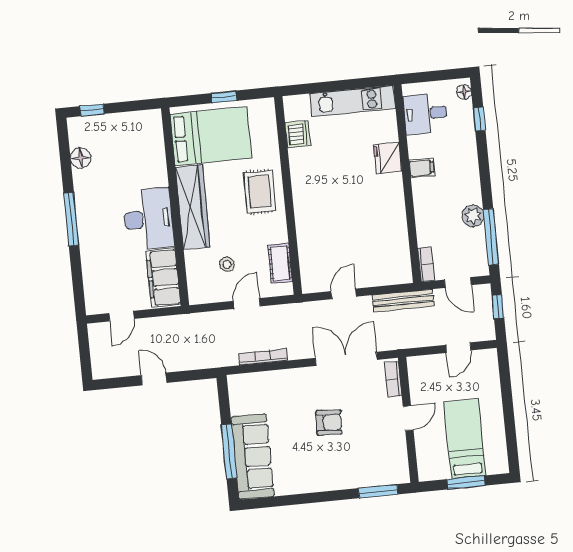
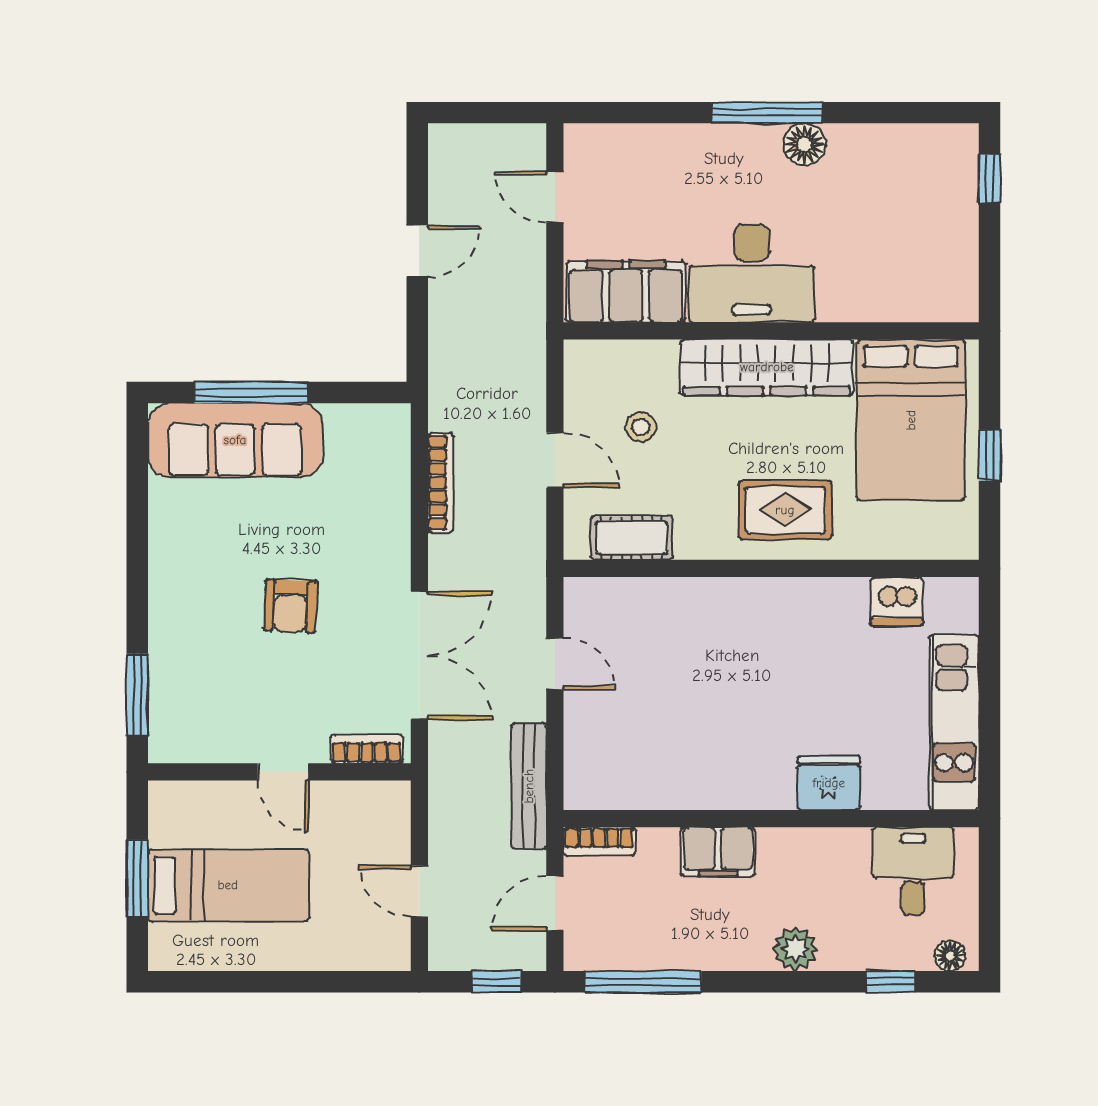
floor lamp: (81, 158) -> (804, 144), moved
filing cabinet: (422, 168) -> (718, 852), moved, width x2.00
plant: (473, 216) -> (795, 949), moved

